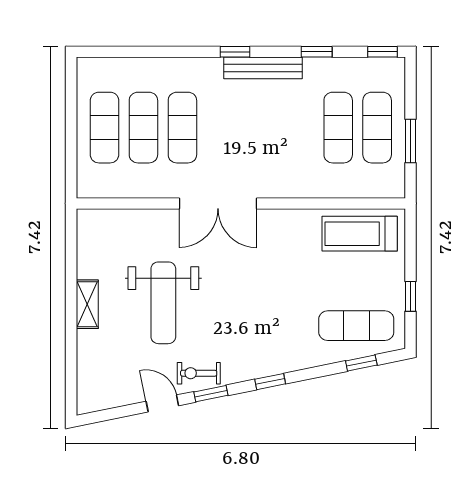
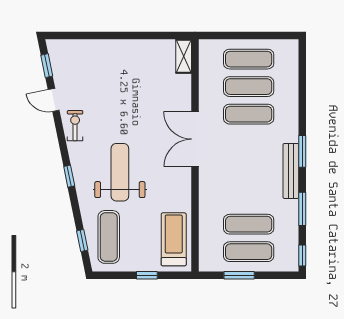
window: (235, 52) -> (302, 151), width x1.50
window: (317, 52) -> (302, 209), width x1.50
window: (411, 296) -> (147, 275), moved
weight bench: (163, 303) -> (120, 172), moved, turned 90
shelving: (87, 304) -> (184, 56), moved, turned 90
window: (211, 394) -> (47, 66), moved
door: (162, 403) -> (54, 100), swing flipped

